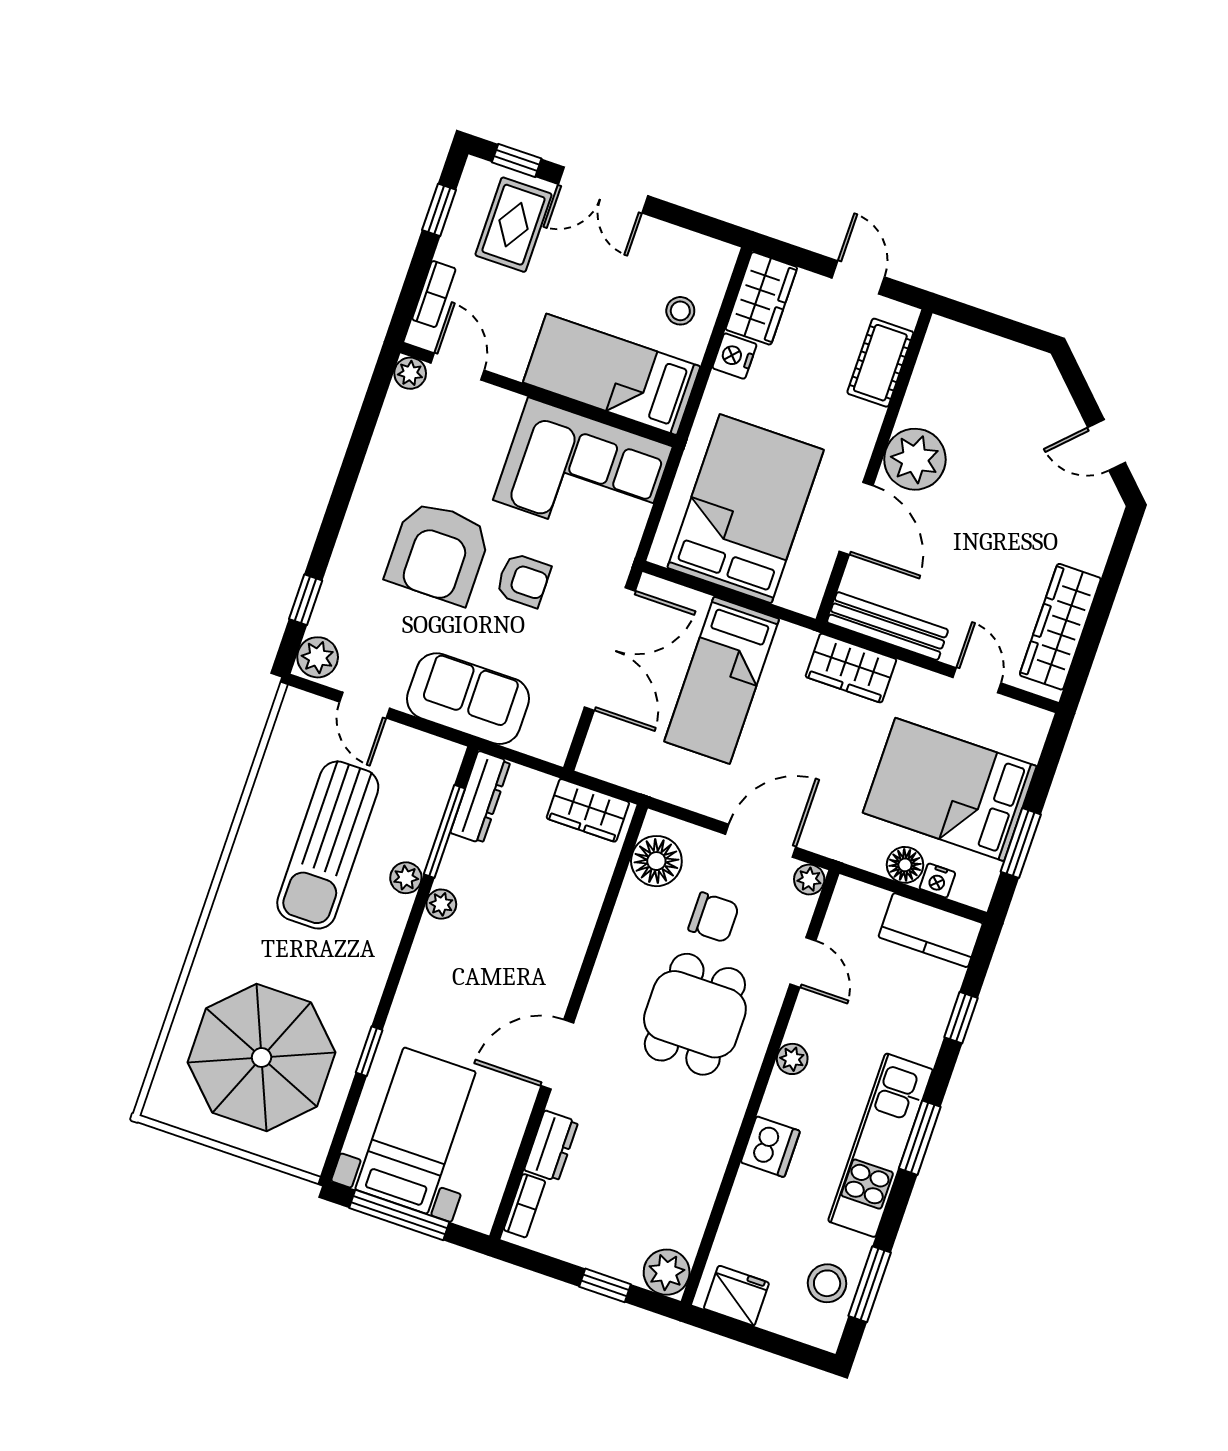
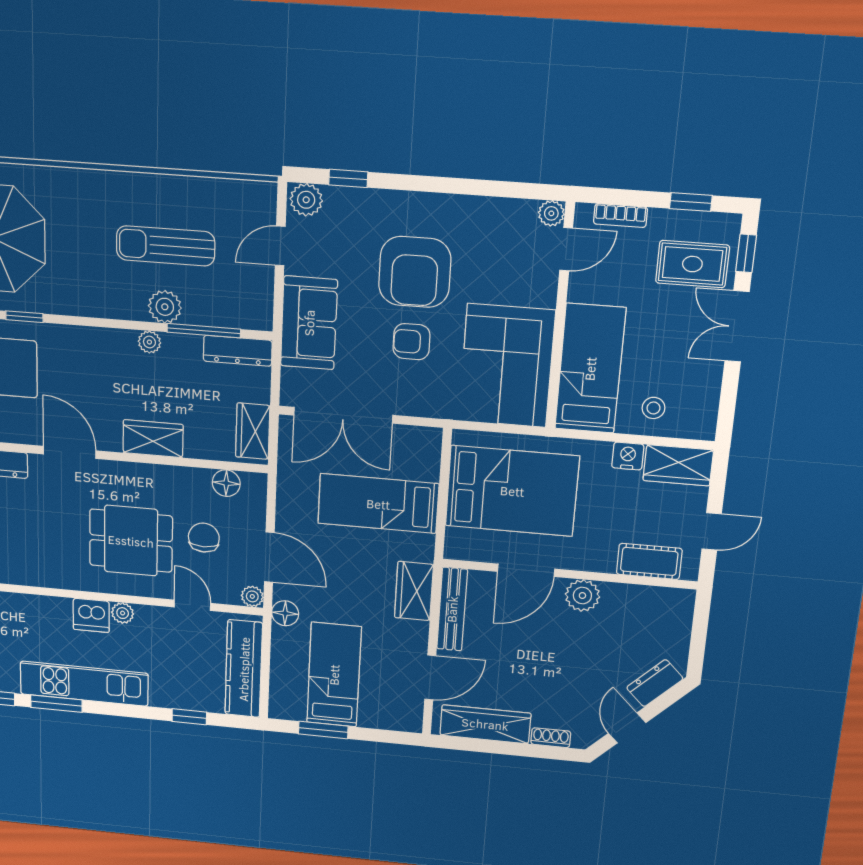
dresser: (1050, 395) -> (655, 683), added
plant: (915, 459) -> (582, 596), width x0.73, depth x0.73
shoe rack: (1099, 547) -> (551, 738), added
armchair: (438, 553) -> (415, 272), turned -90
armchair: (523, 580) -> (411, 342), turned 90
double door: (610, 649) -> (343, 415), moved
door: (977, 680) -> (430, 678), width x1.37
bed: (950, 789) -> (334, 675), width x0.67
sun lounger: (328, 845) -> (166, 246), width x0.73, depth x0.75
floor lamp: (656, 861) -> (226, 483), width x0.73, depth x0.73
floor lamp: (905, 865) -> (285, 613), moved
plant: (406, 878) -> (165, 307), width x1.38, depth x1.38
nightstand: (937, 881) -> (279, 682), removed
chair: (714, 917) -> (204, 538), turned 180
kitchen counter: (931, 930) -> (244, 669), width x1.50
wardrobe: (566, 940) -> (153, 439), added
door: (803, 962) -> (192, 605), swing flipped
window: (920, 1138) -> (56, 704), moved
dishwasher: (770, 1147) -> (91, 615), moved

